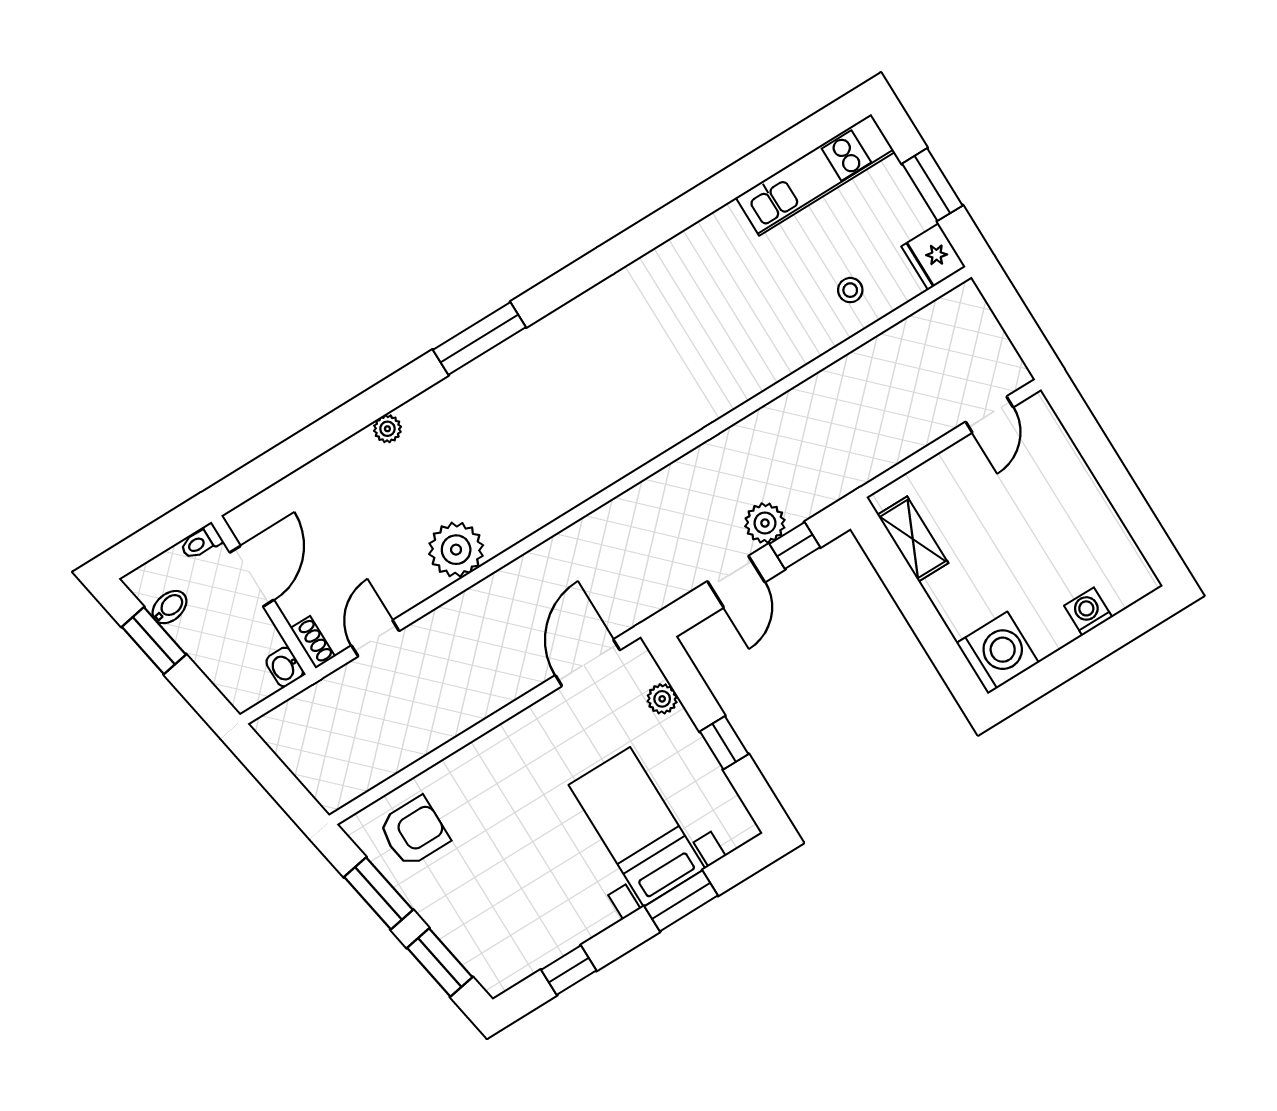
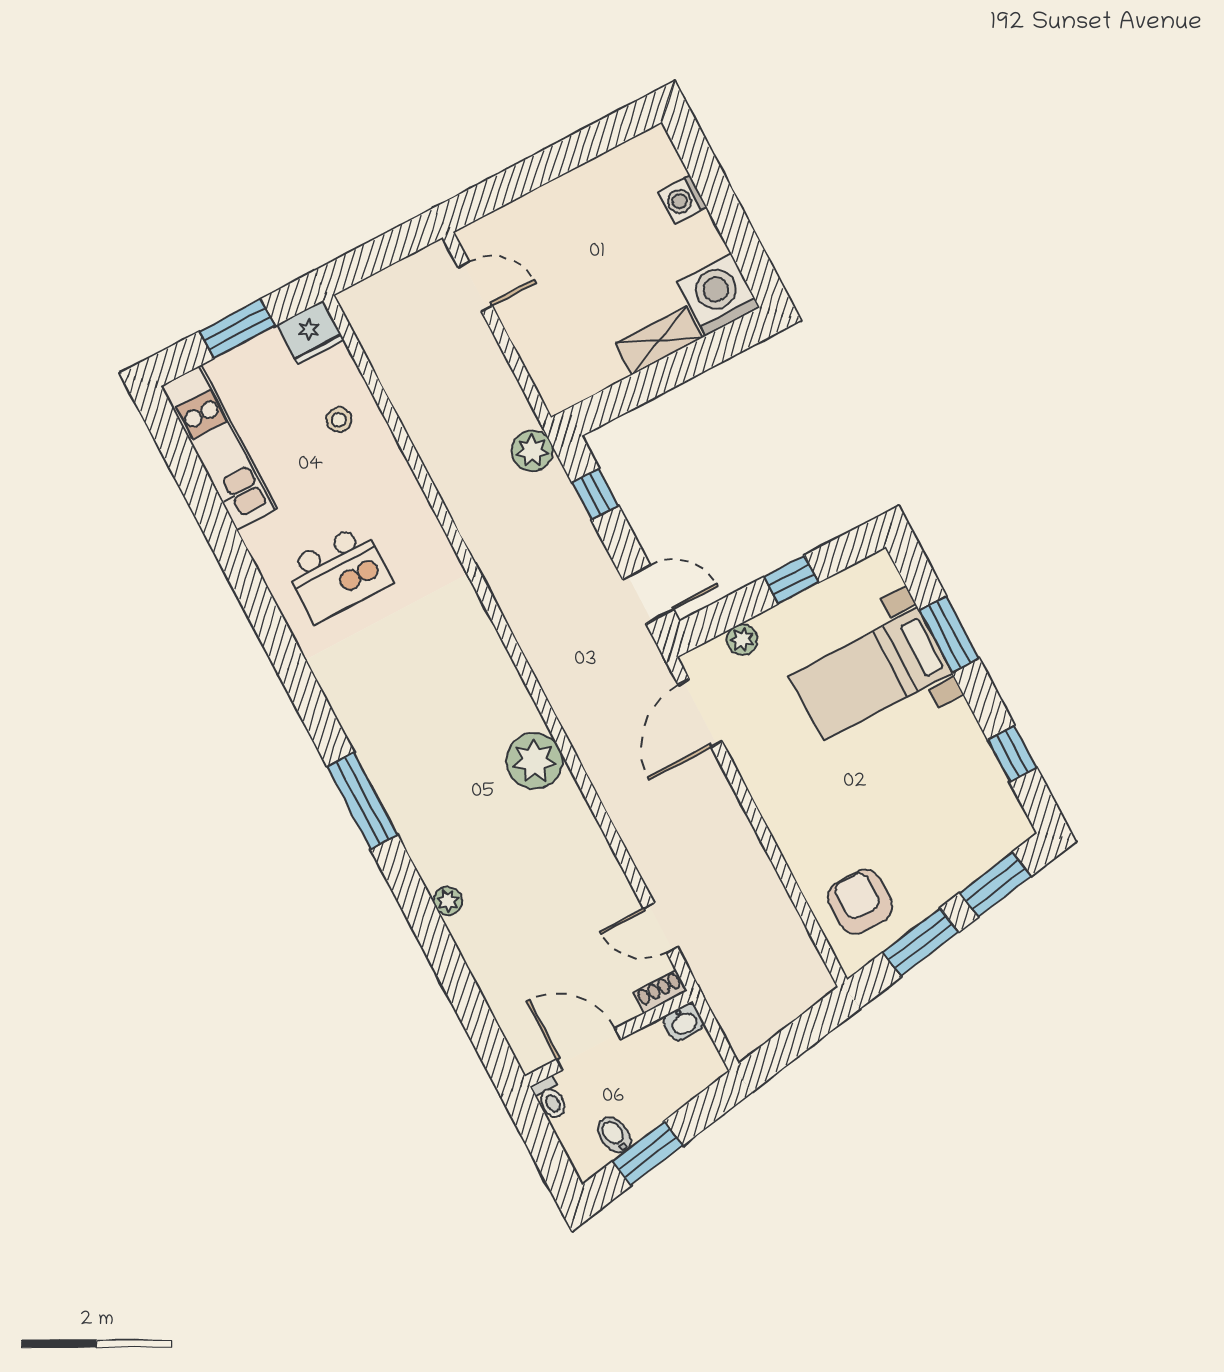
kitchen island: (700, 300) -> (338, 574), added
plant: (765, 523) -> (532, 451), moved
shelving: (913, 539) -> (659, 340), moved
plant: (456, 550) -> (534, 761), moved
door: (736, 582) -> (648, 594), moved
door: (588, 663) -> (700, 713), hinge flipped

